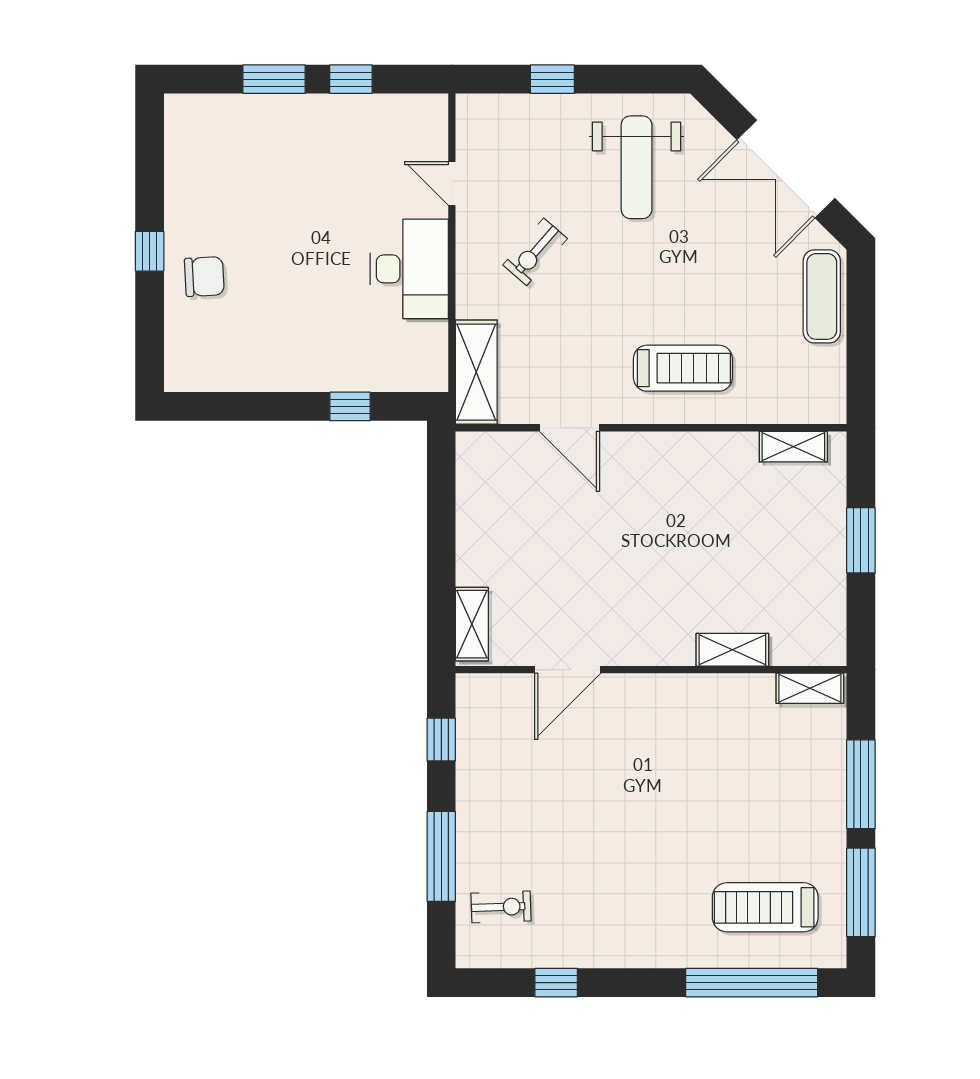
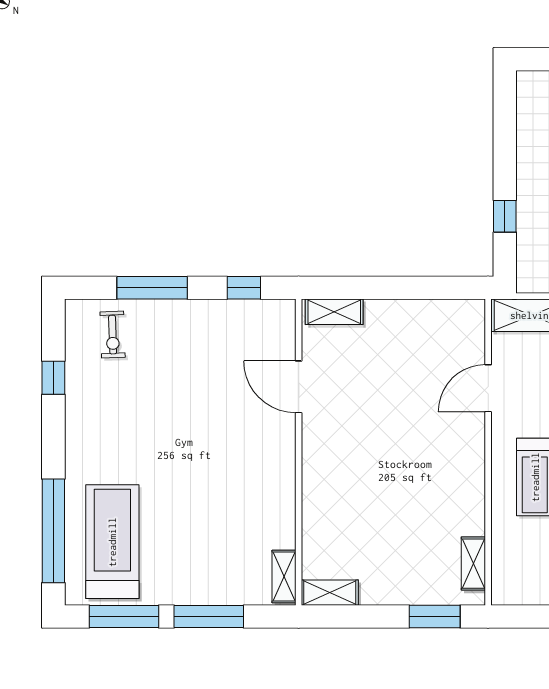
window: (861, 540) -> (435, 617), moved
shelving: (732, 650) -> (330, 593), moved, turned 90
treadmill: (765, 907) -> (112, 542), width x1.37, depth x1.38

